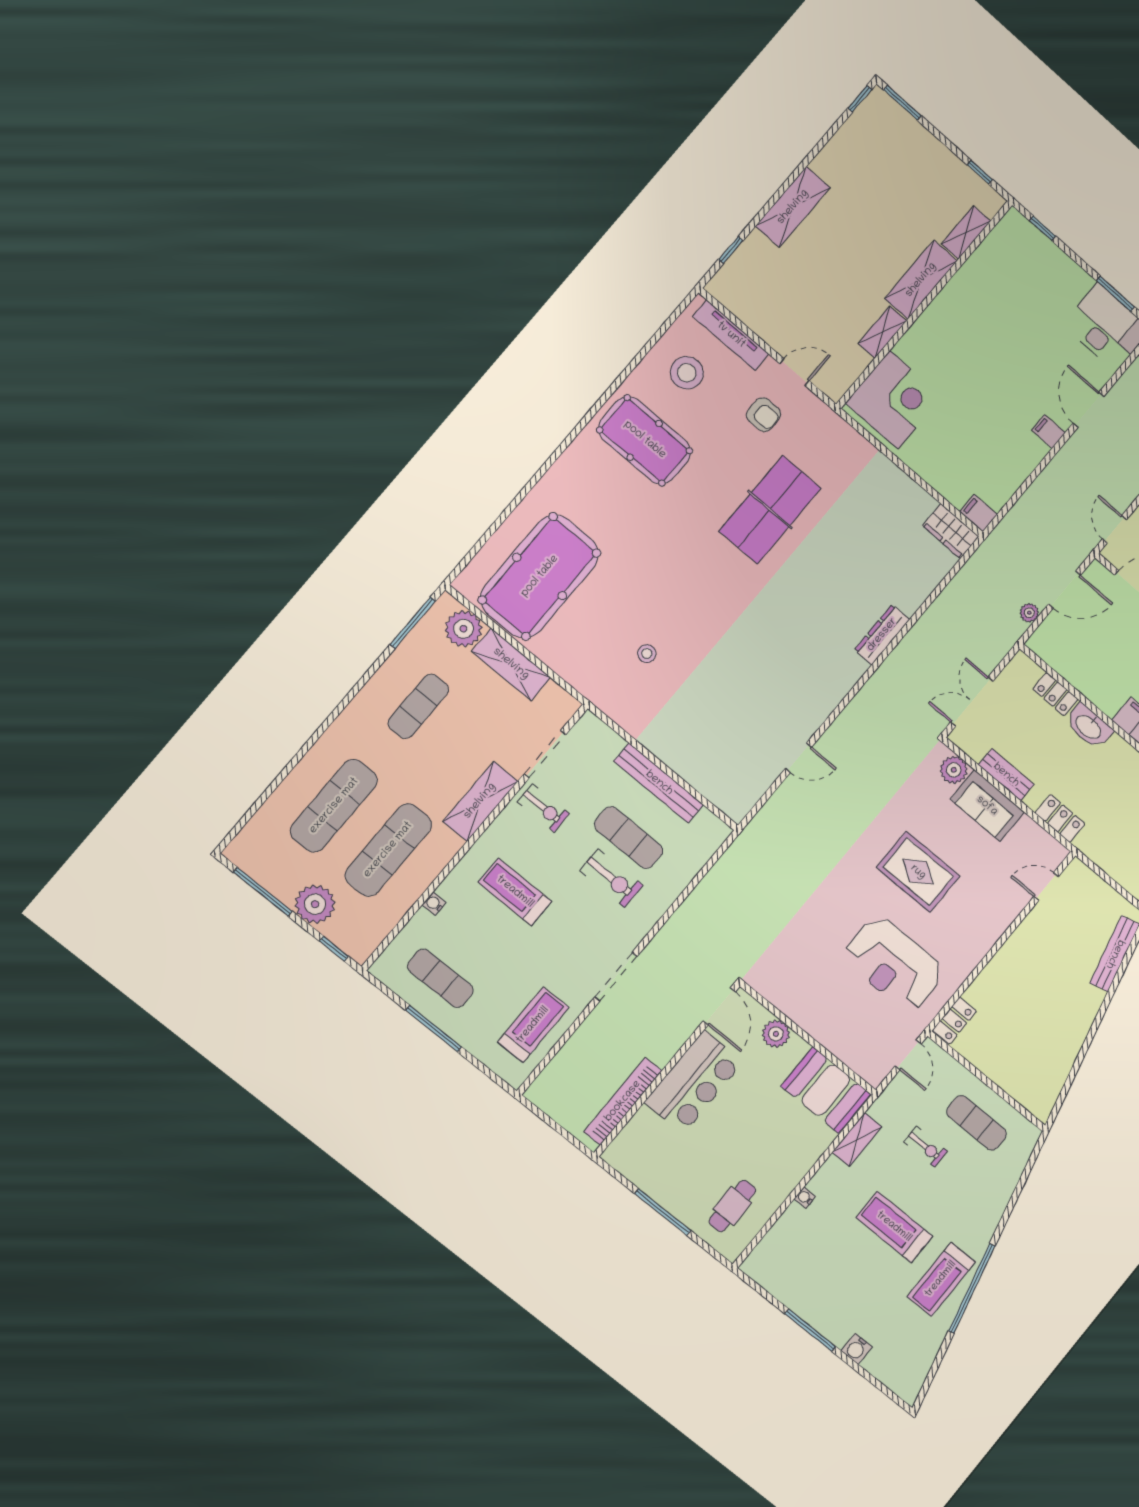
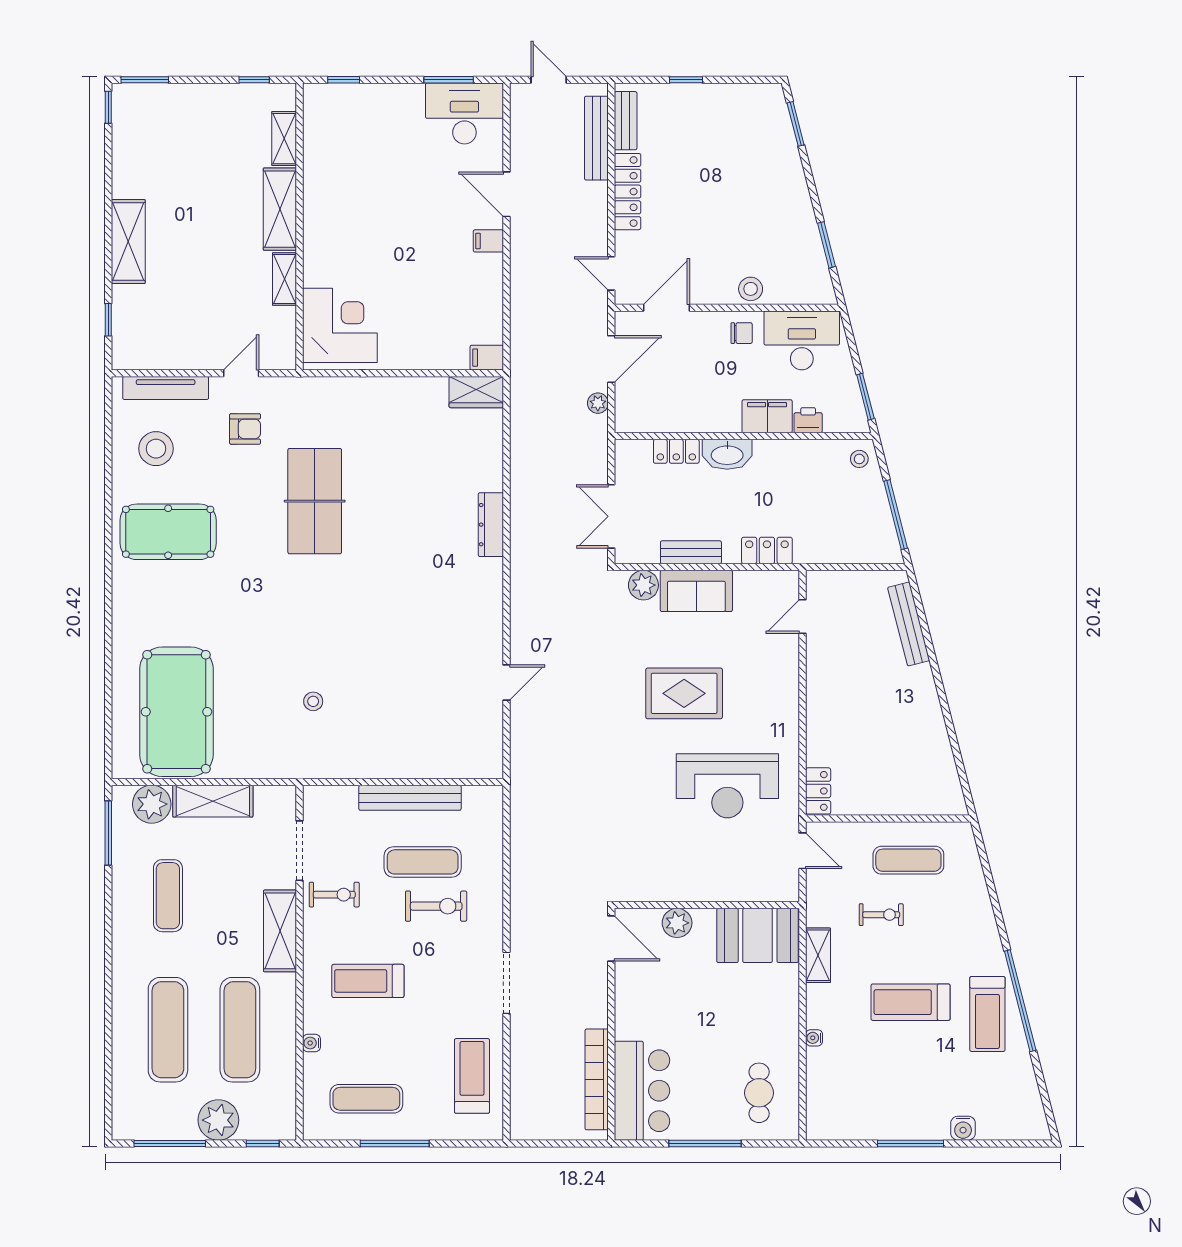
bar counter: (694, 1082) -> (642, 1091), moved

